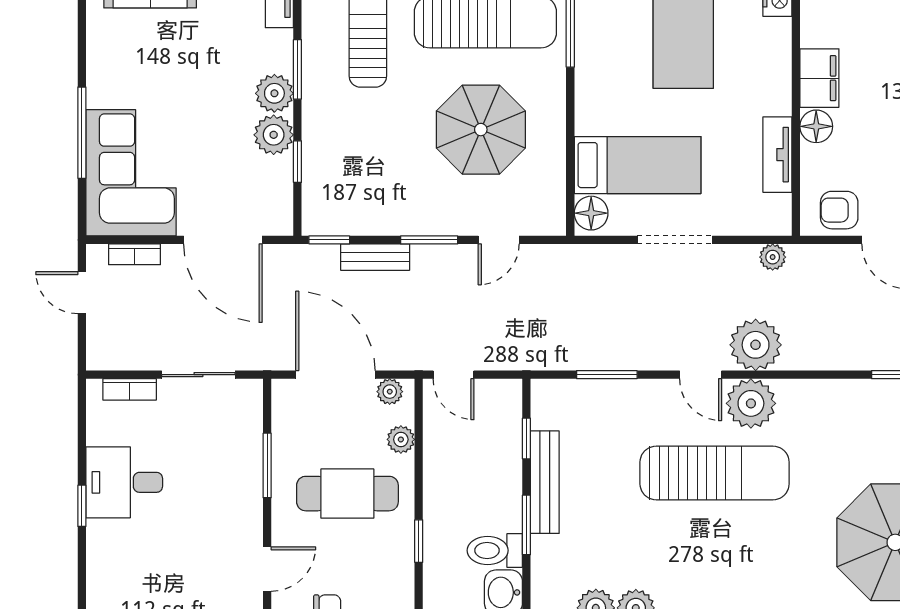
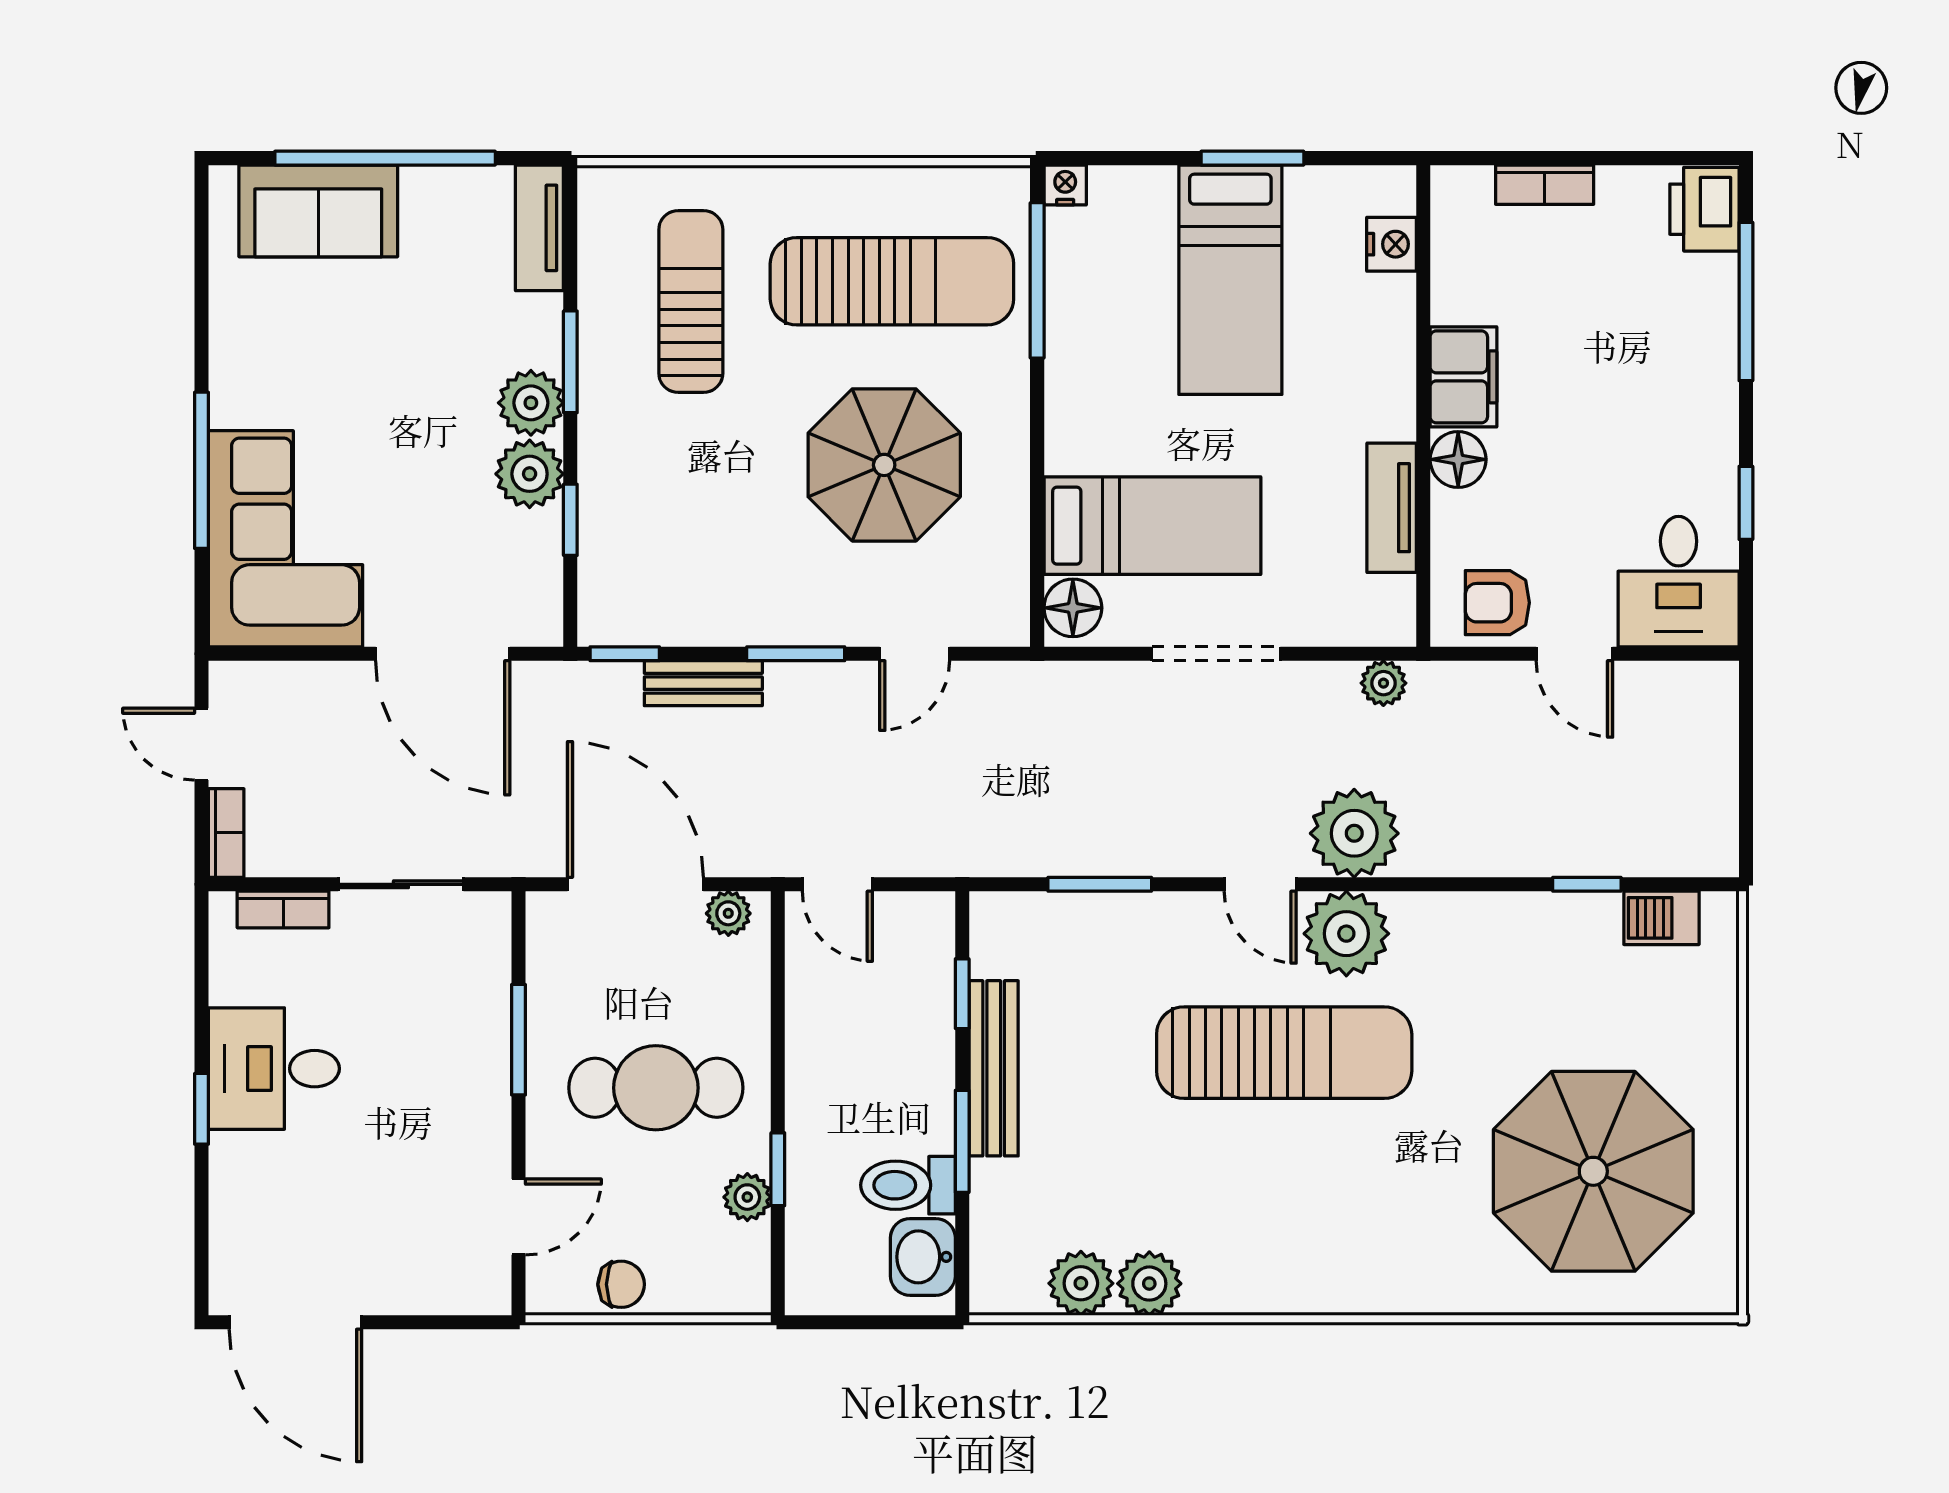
bookcase: (135, 254) -> (226, 833), moved, turned -90
plant: (401, 439) -> (747, 1197), moved

